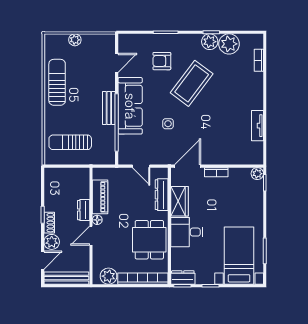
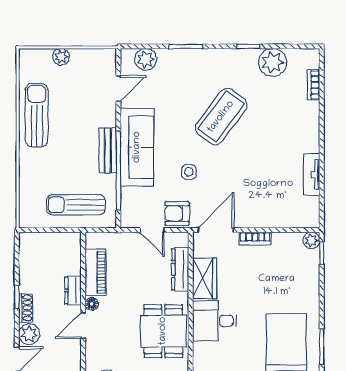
plant: (210, 42) -> (146, 59), moved
armchair: (162, 61) -> (177, 213), moved
sun lounger: (70, 142) -> (76, 205), moved

